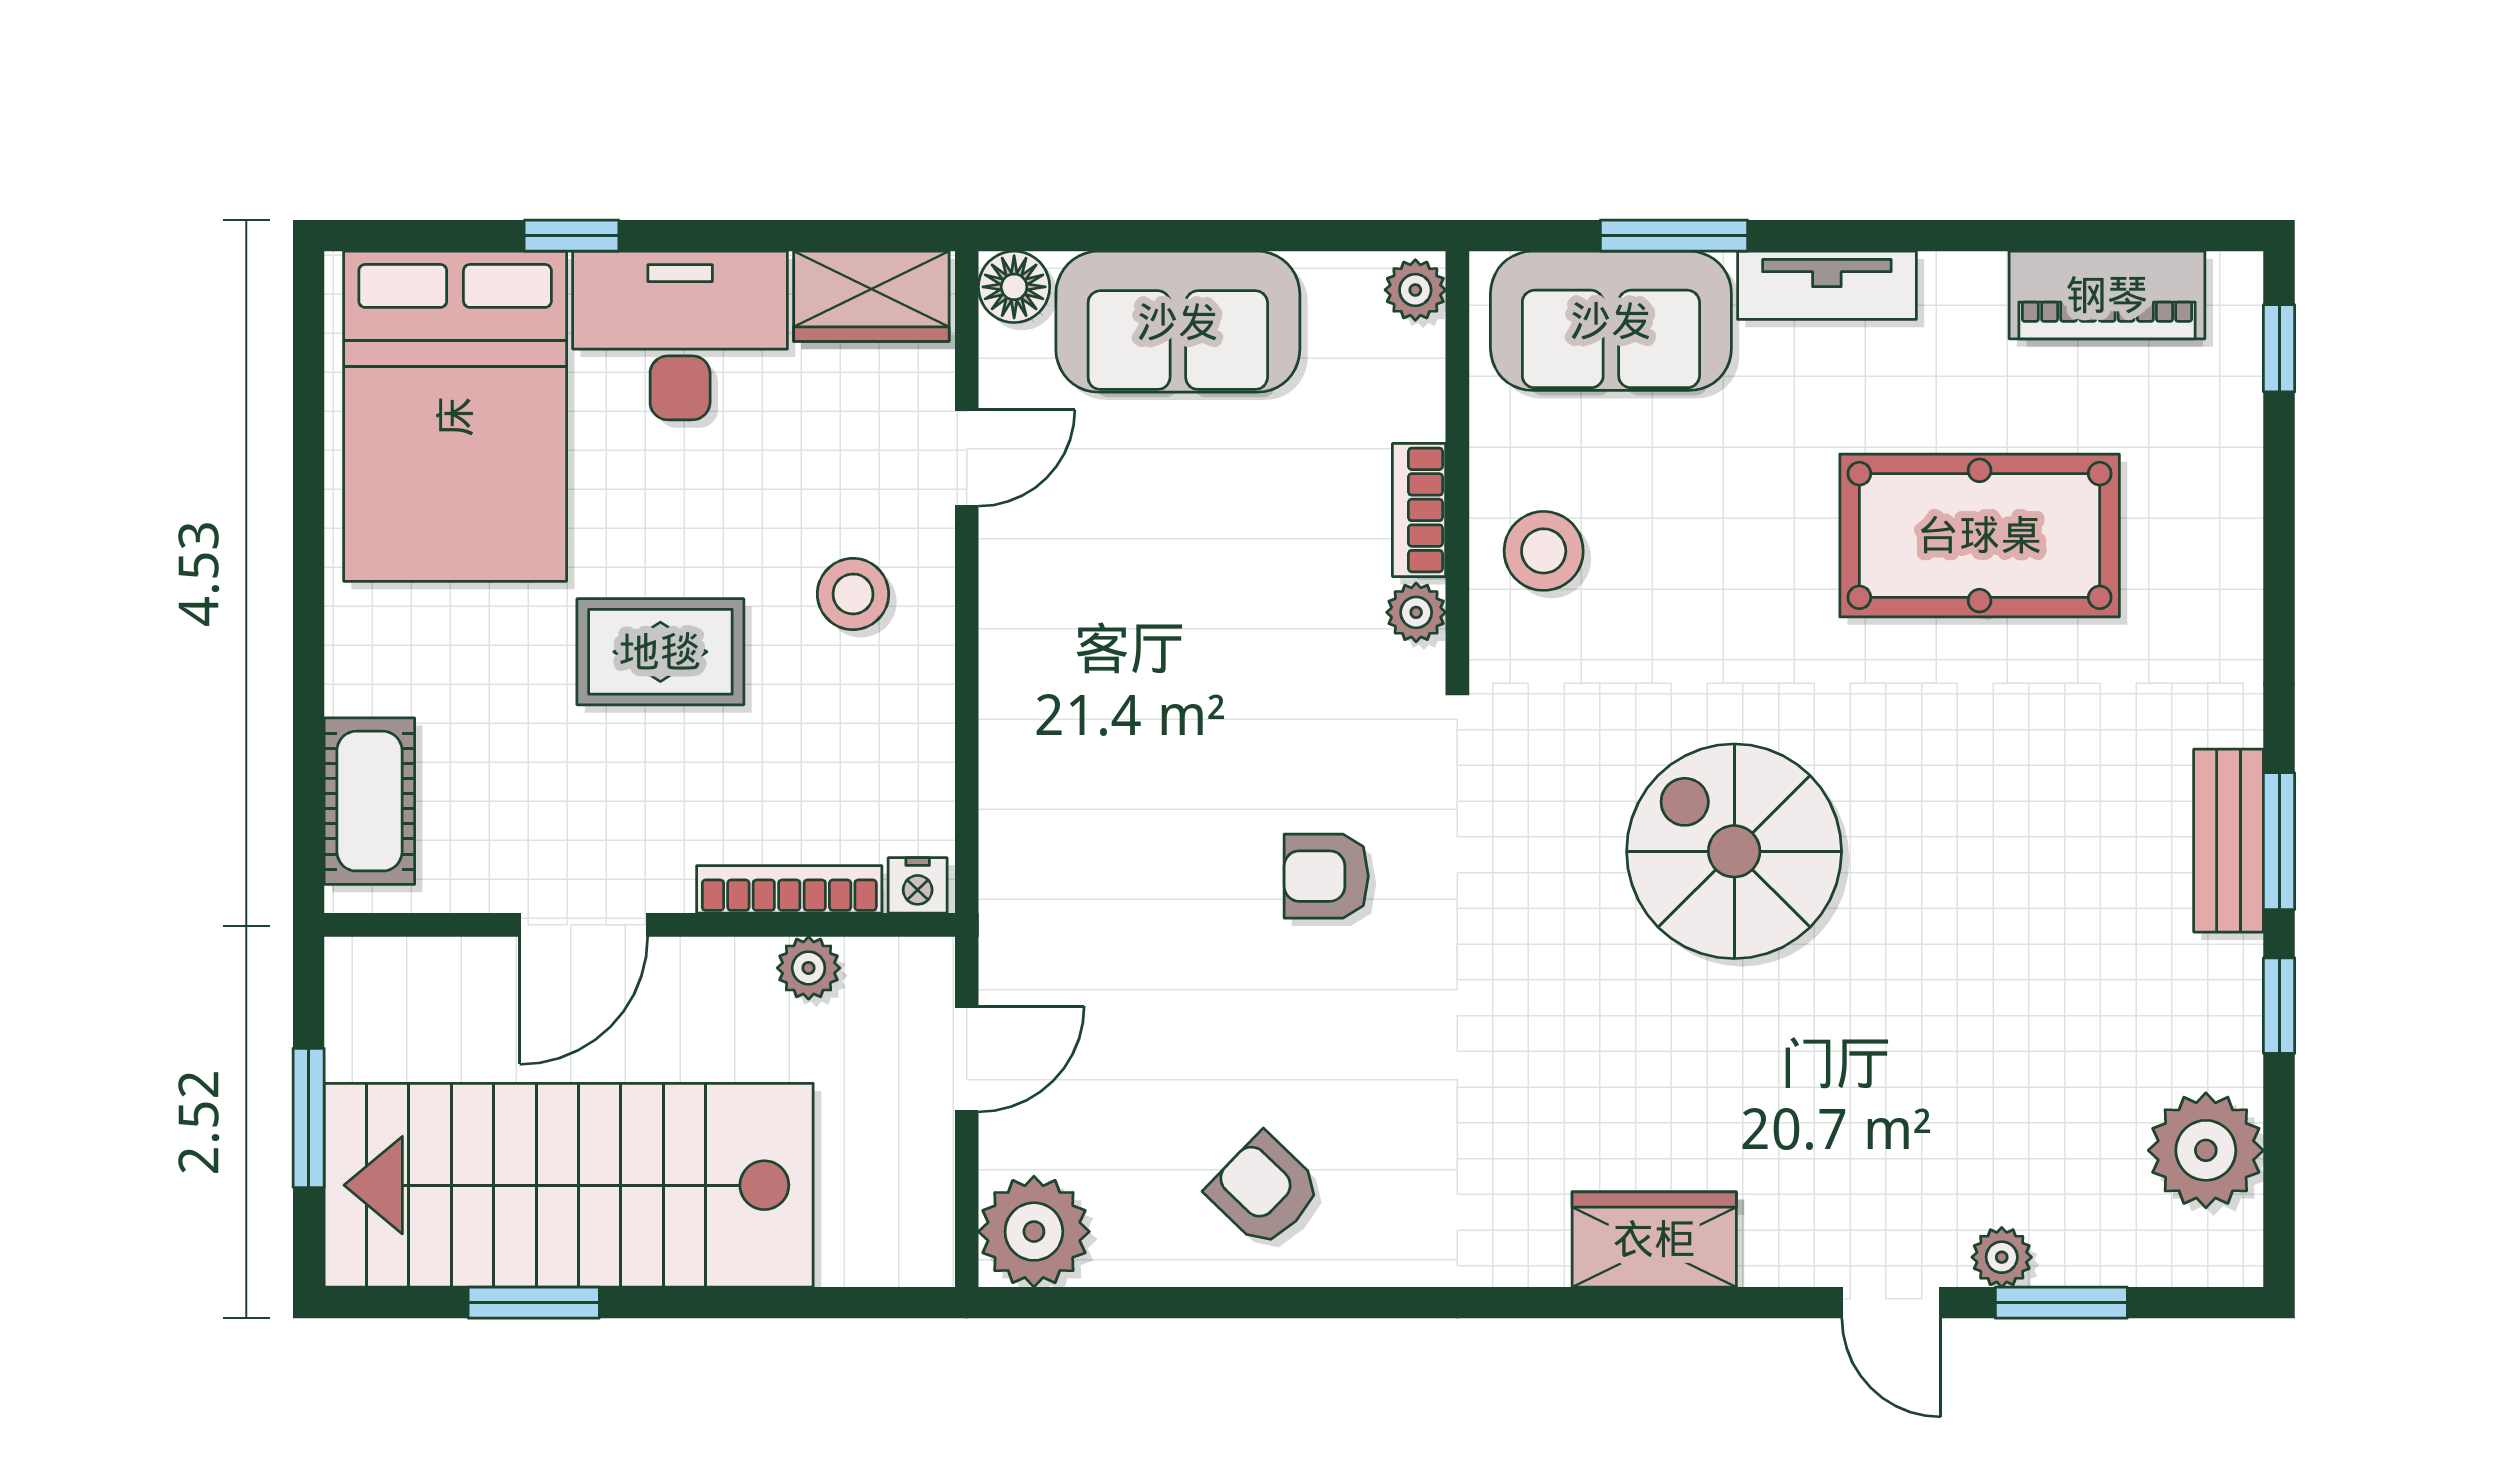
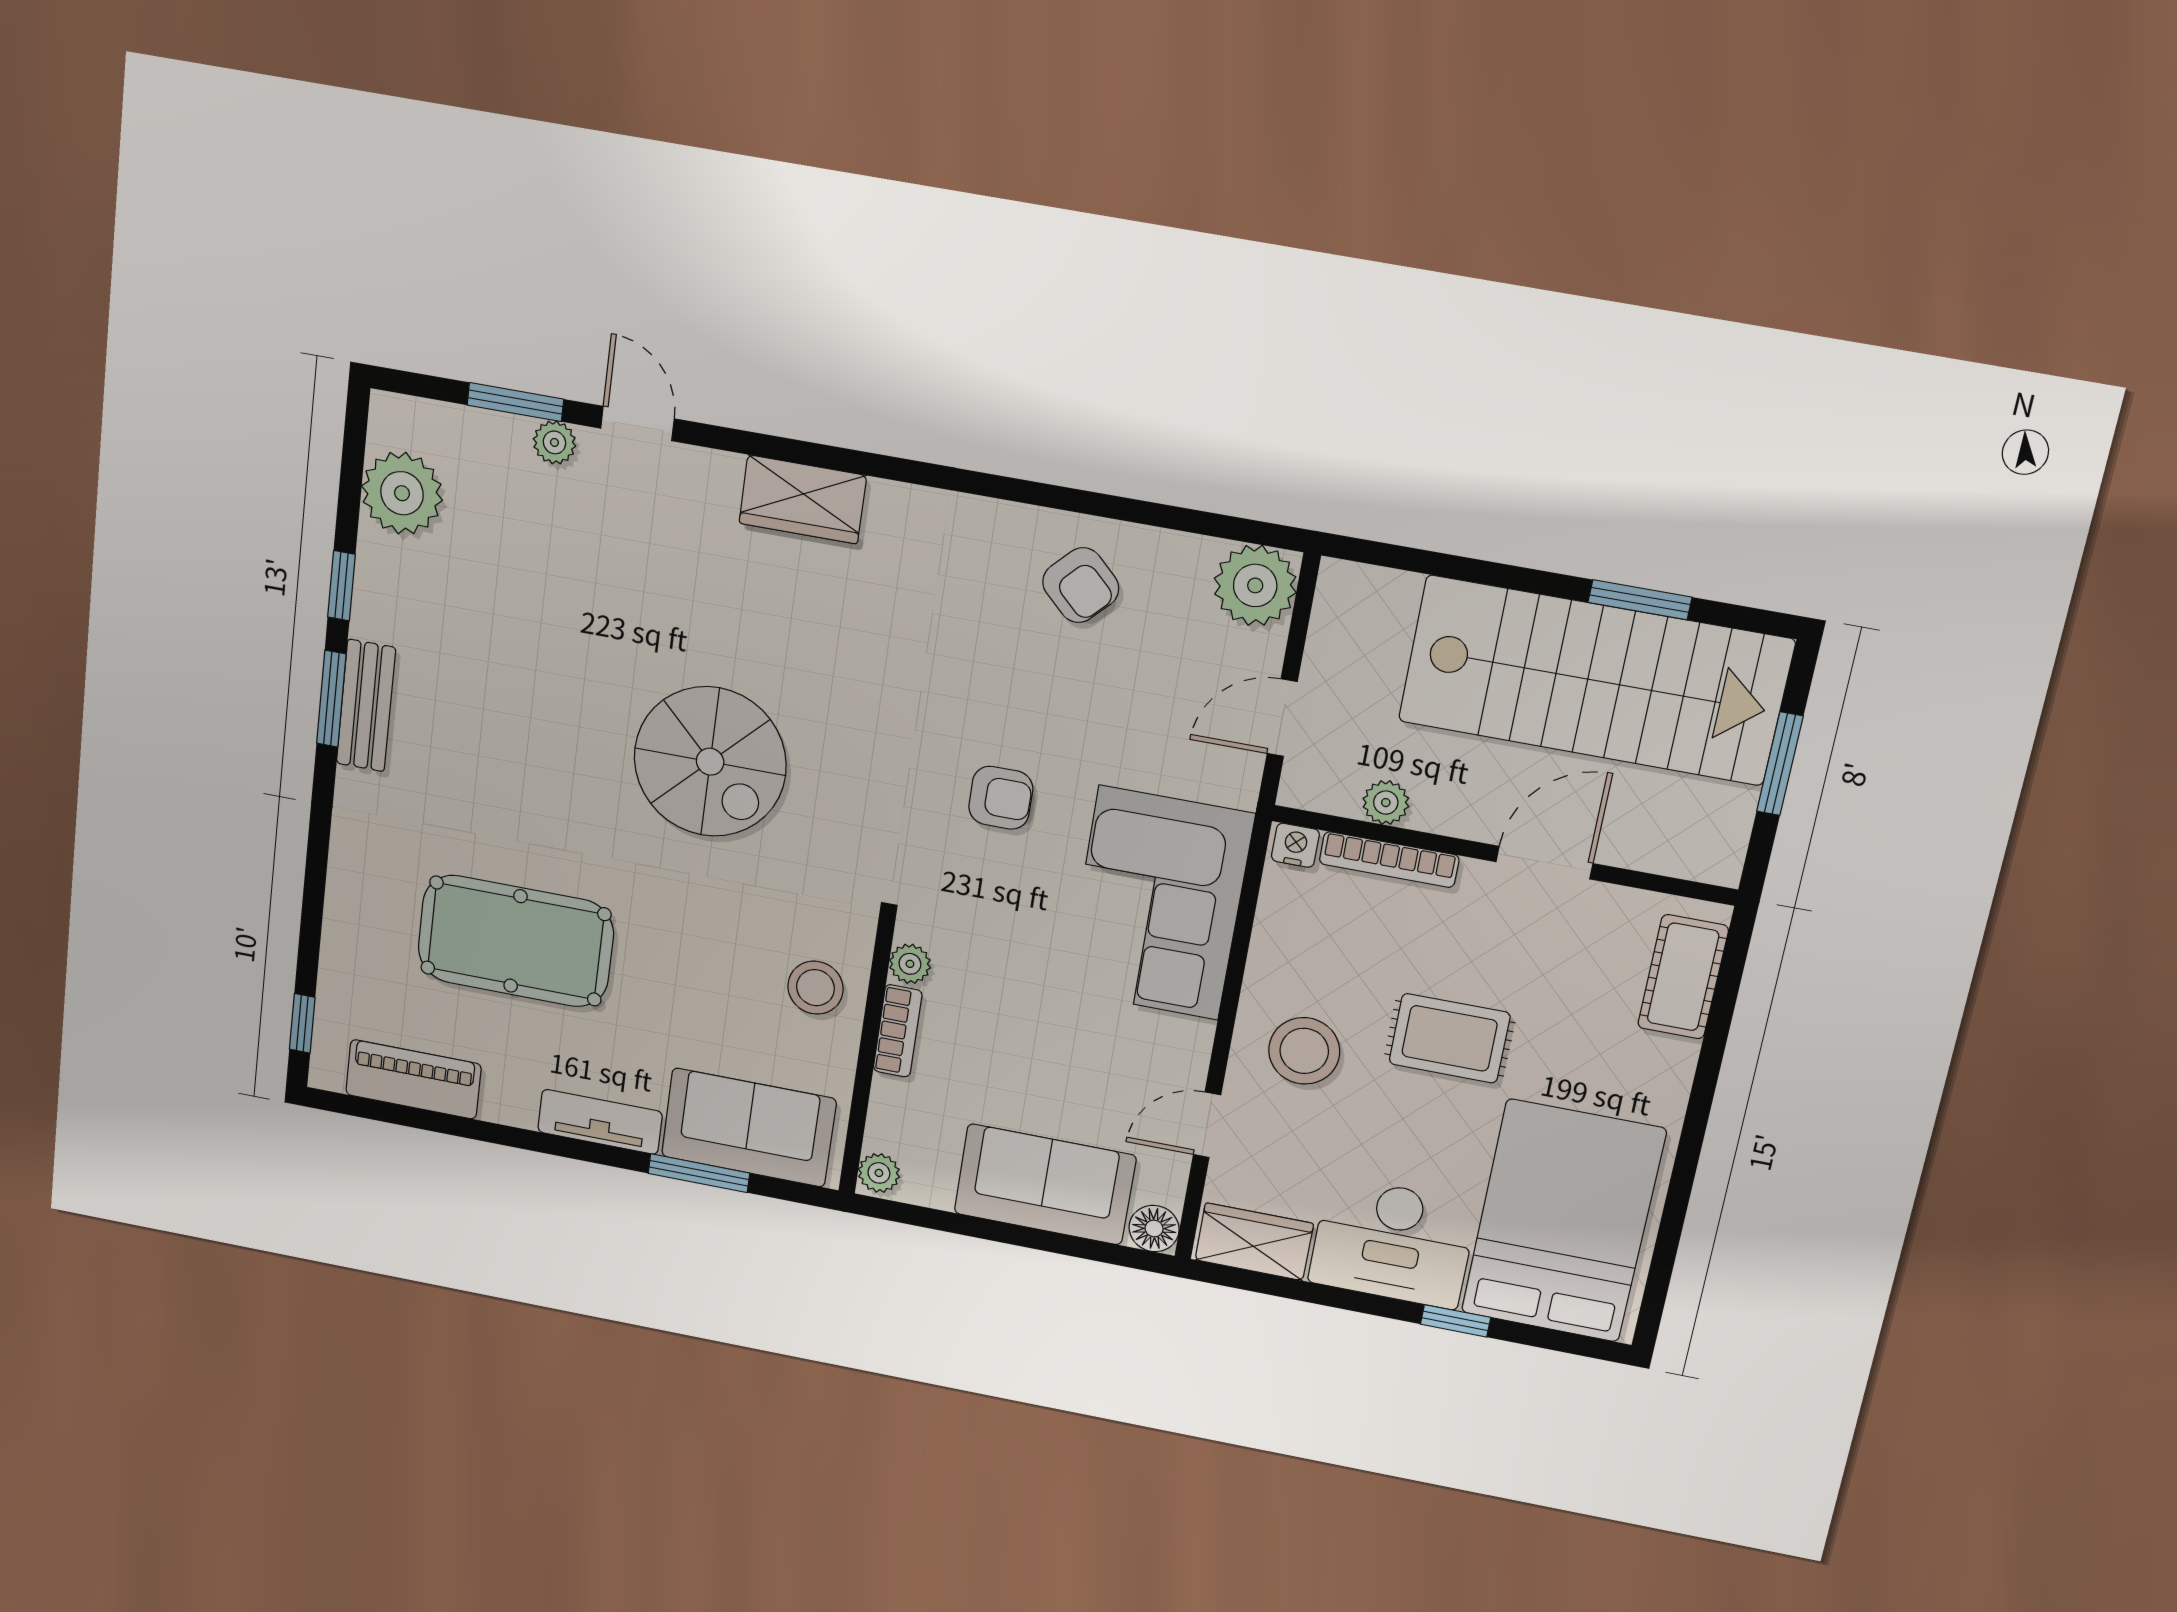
stool: (853, 594) -> (1304, 1051), width x1.38, depth x1.38
corner sofa: (1087, 767) -> (1159, 903), added

